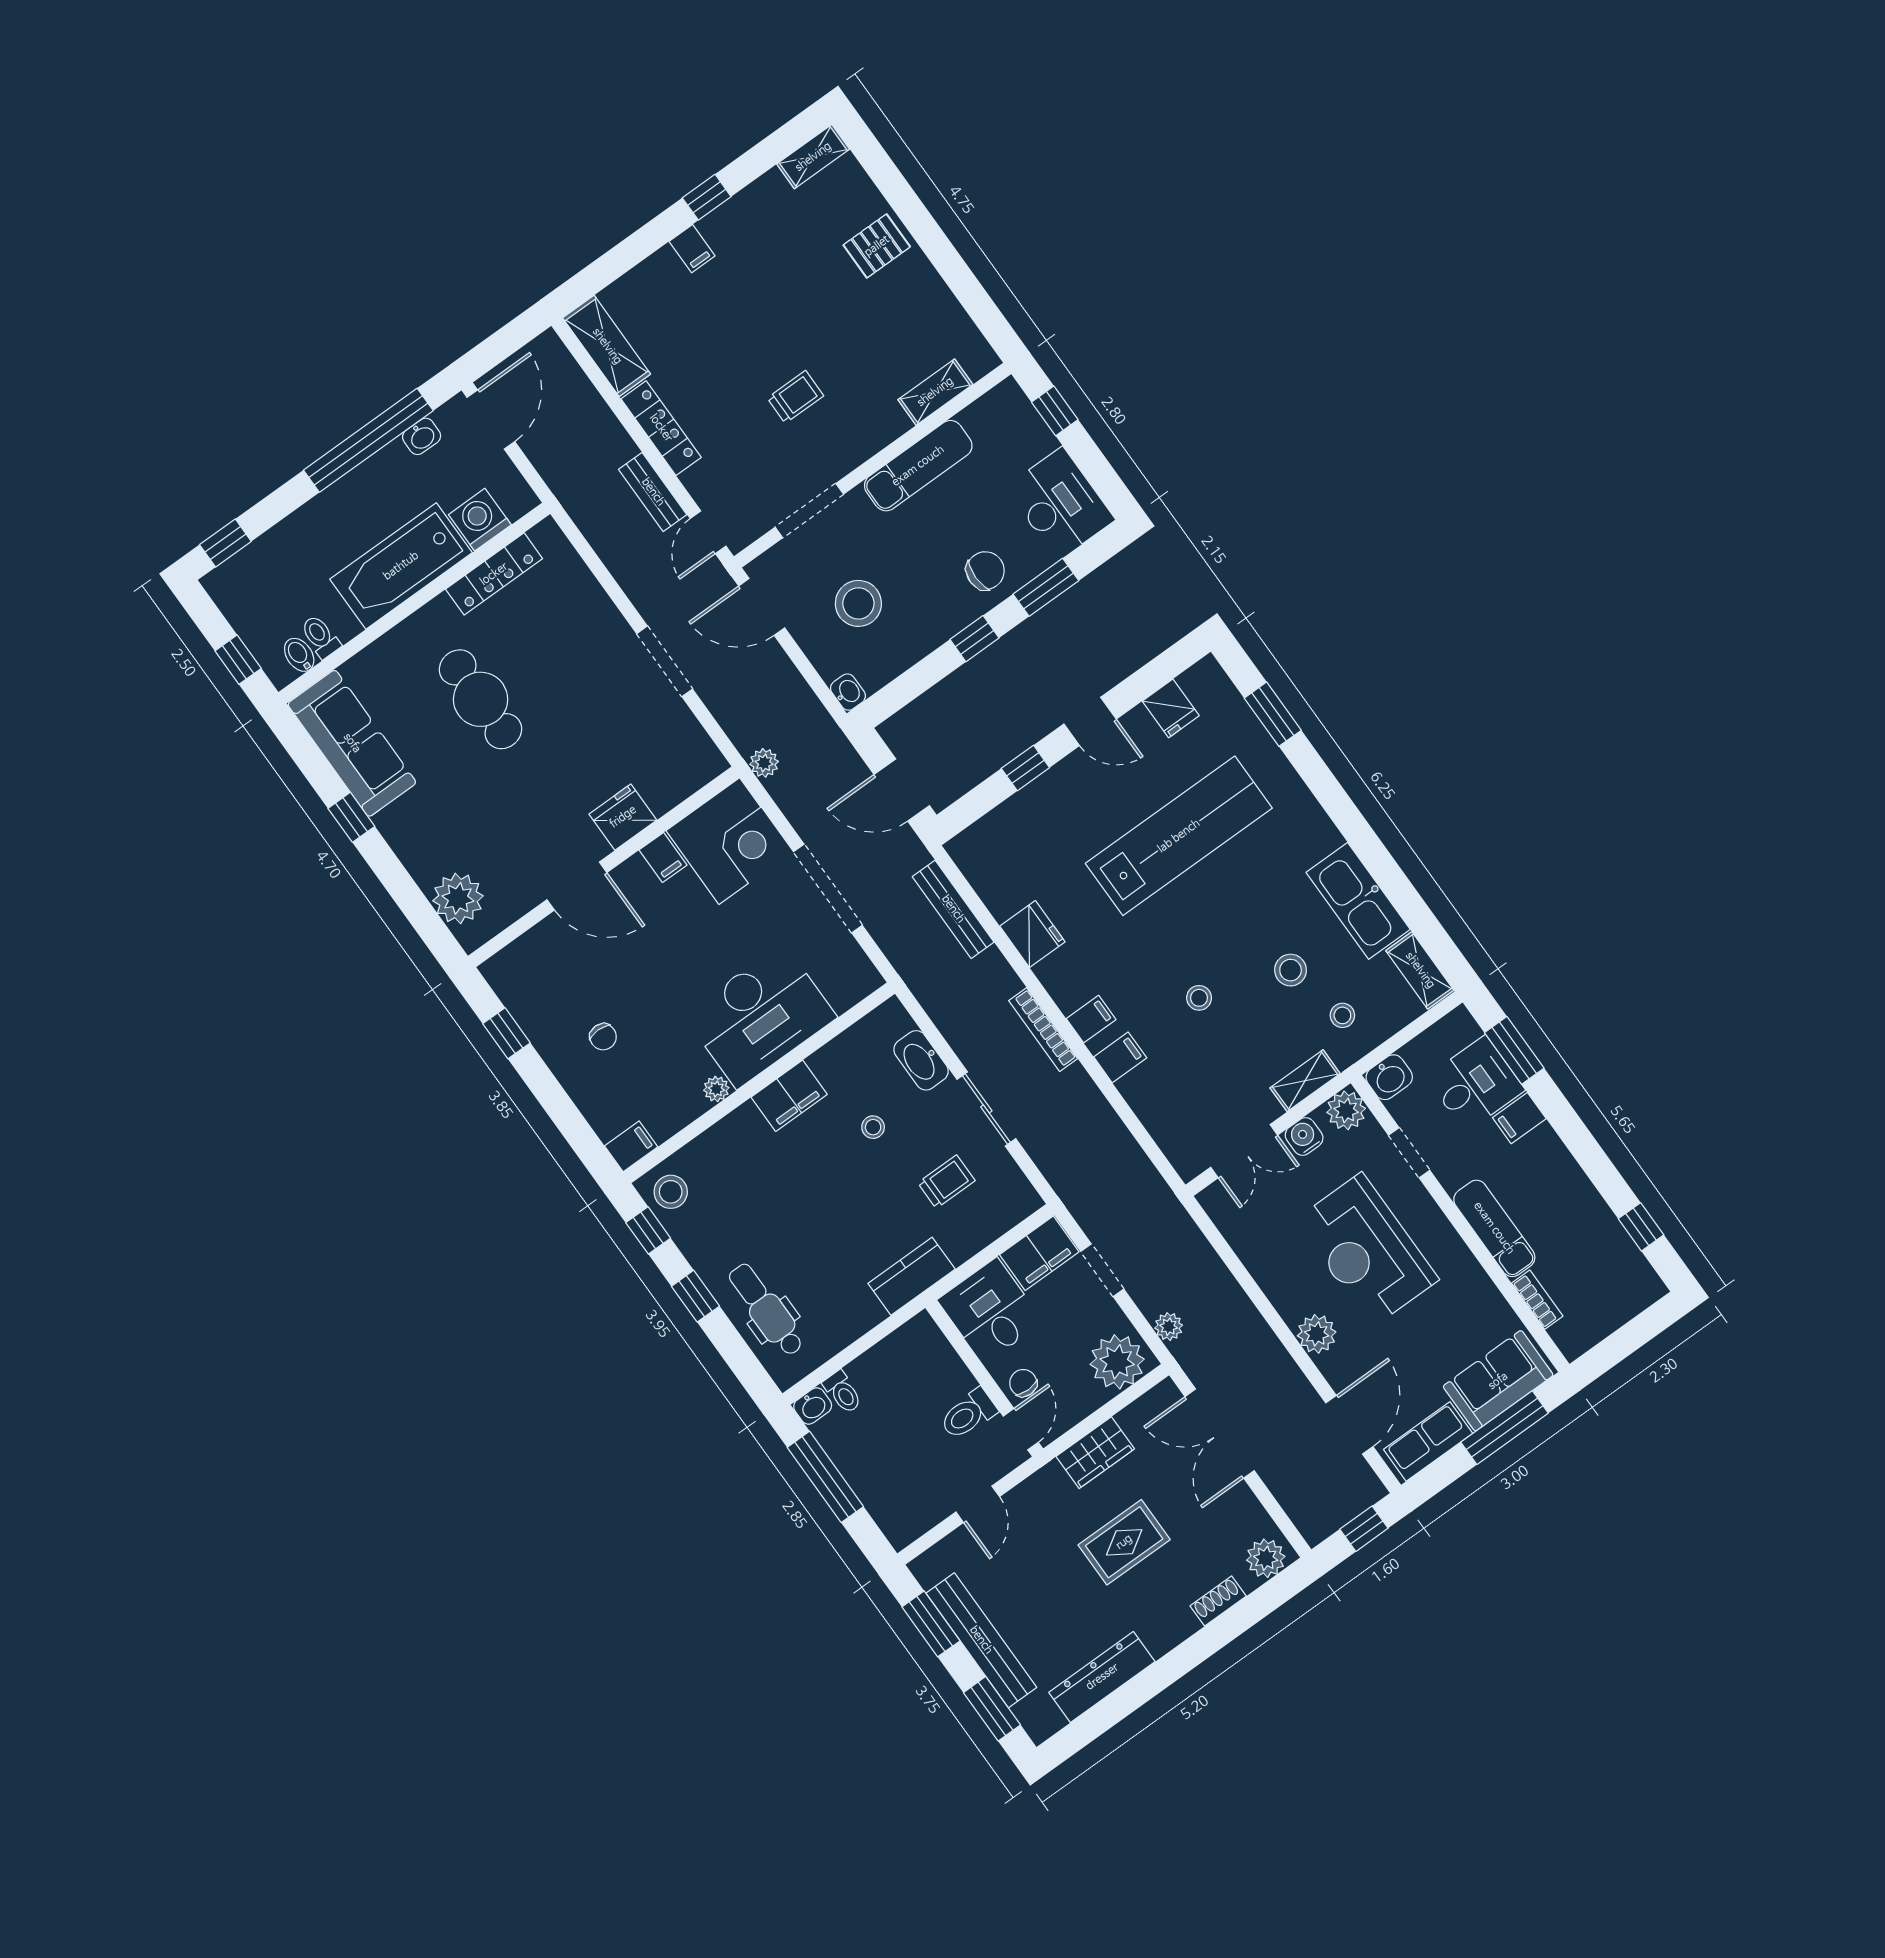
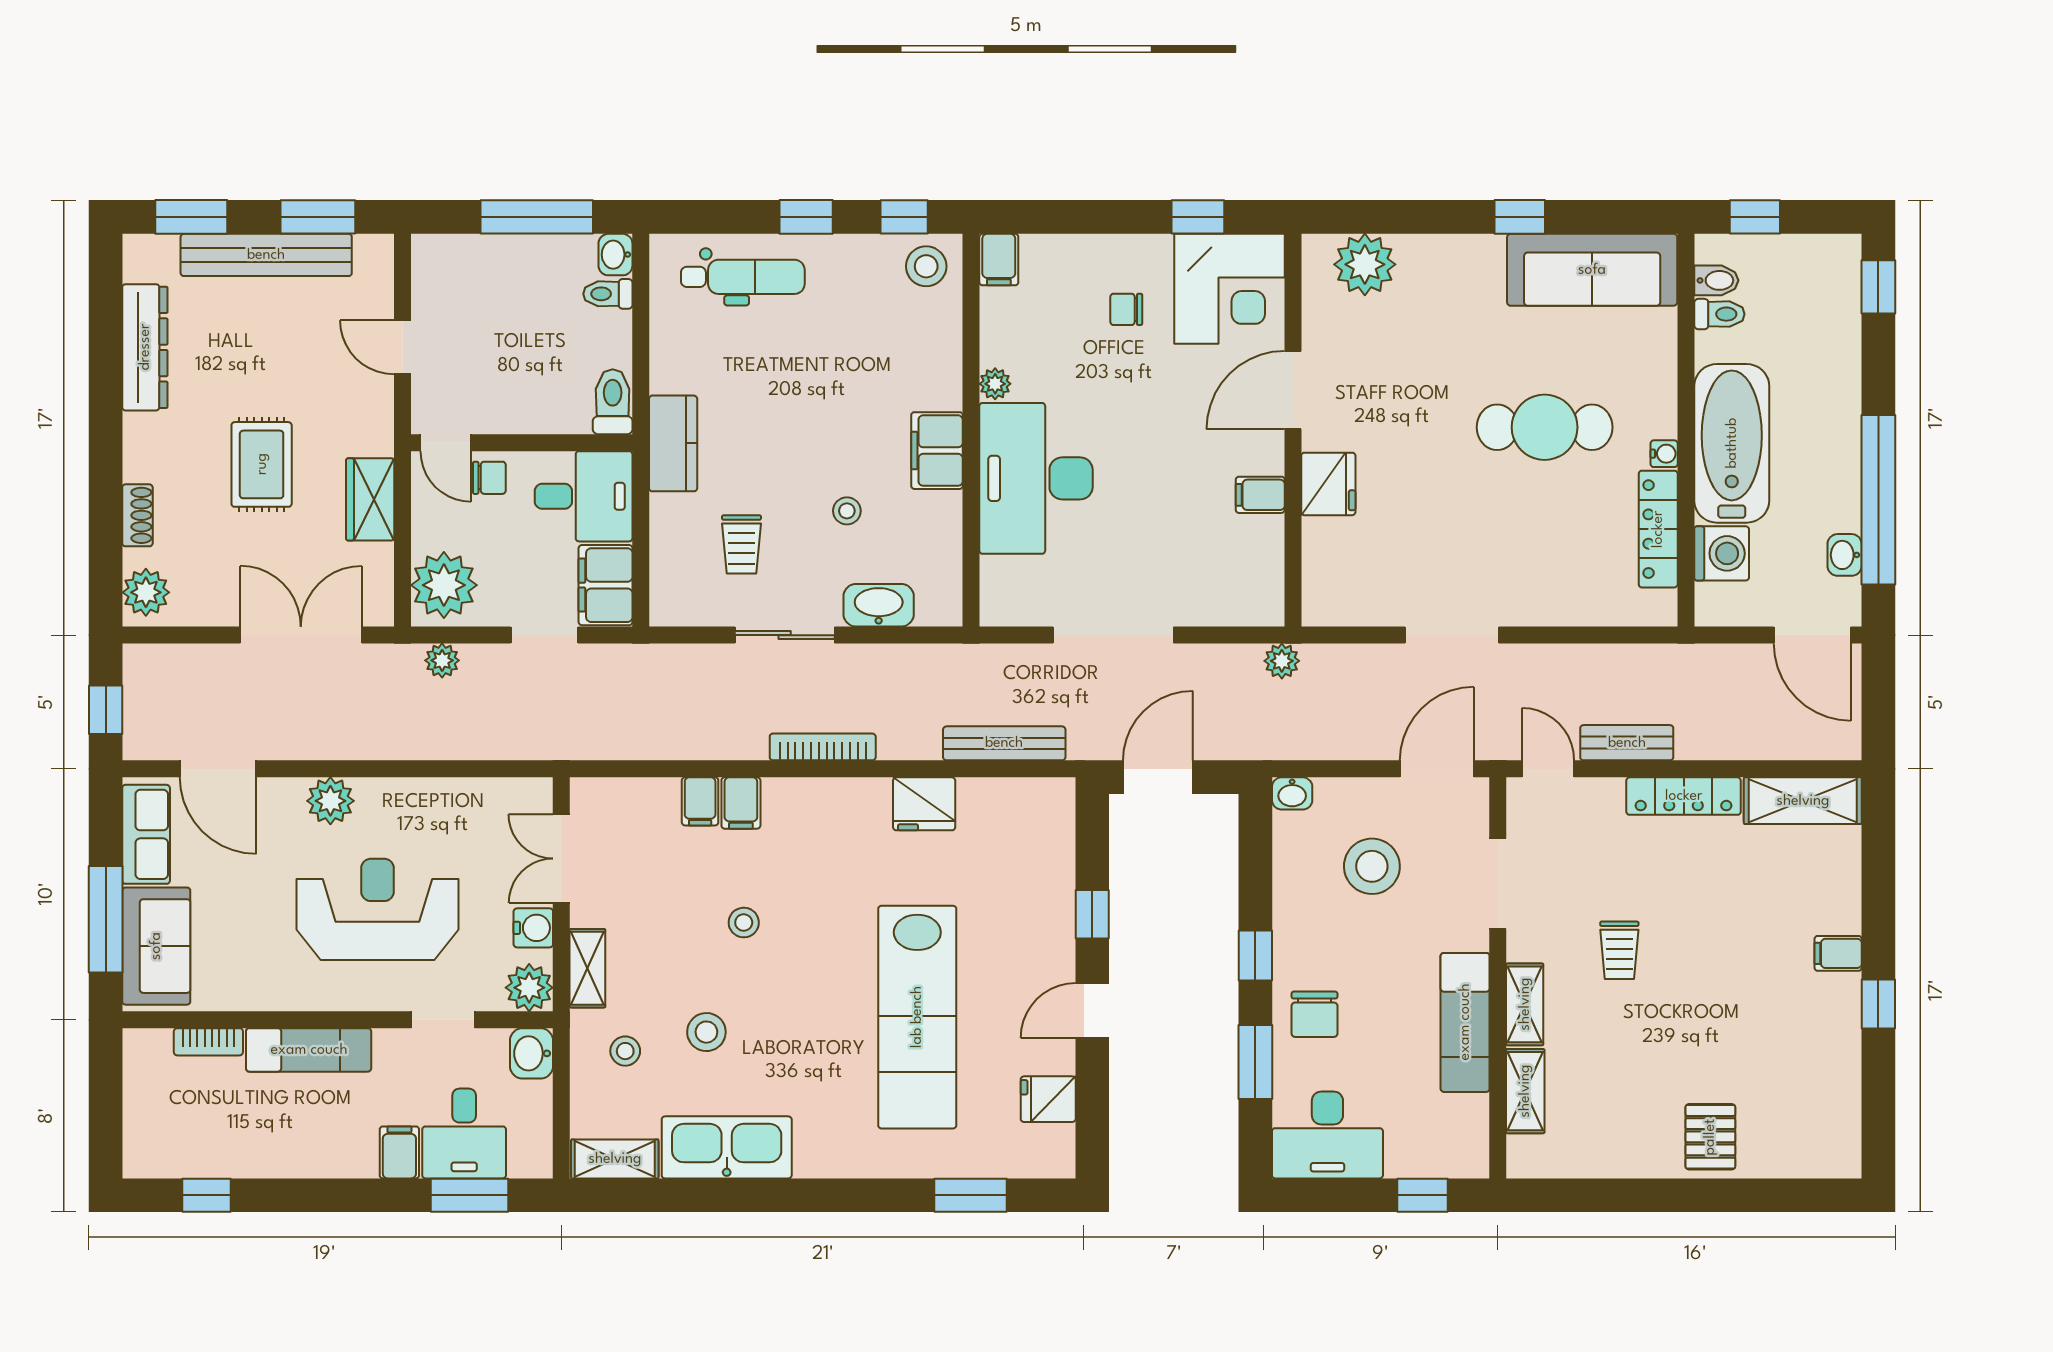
shelving: (813, 157) -> (1525, 1004), moved
water cooler: (441, 606) -> (1664, 454), added
corner desk: (729, 841) -> (1230, 289), moved, turned -90
filing cabinet: (1091, 1019) -> (700, 801), moved
toilet: (968, 1414) -> (613, 402), moved

